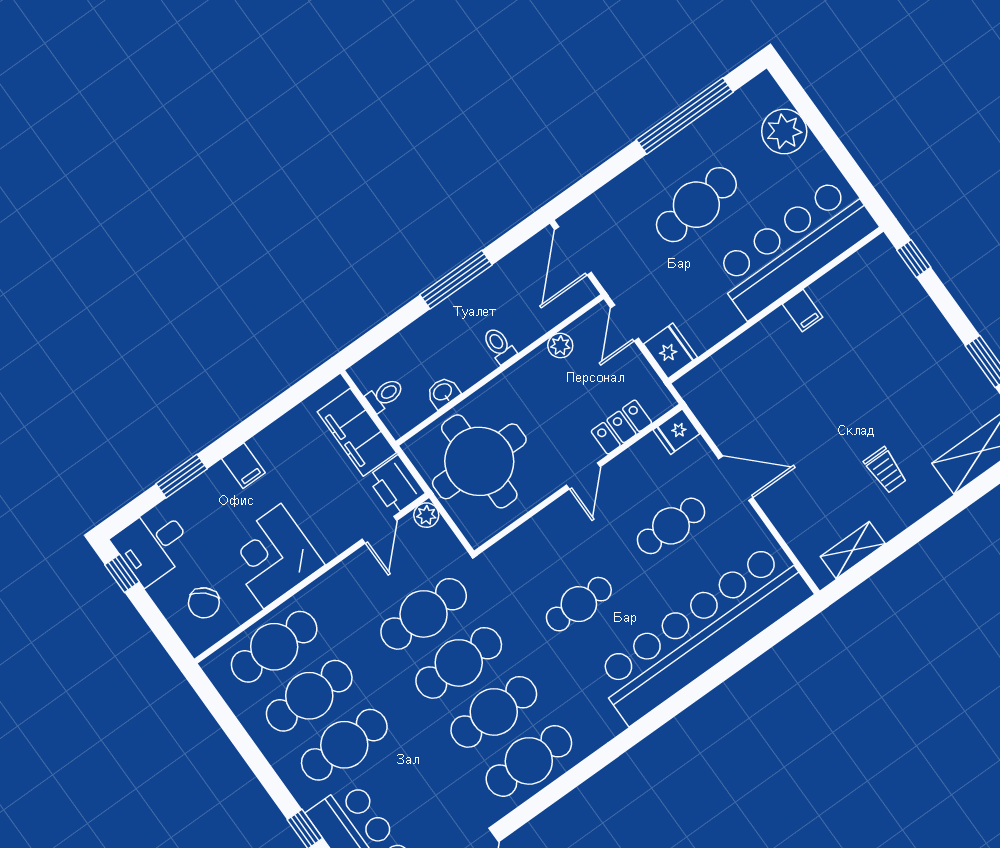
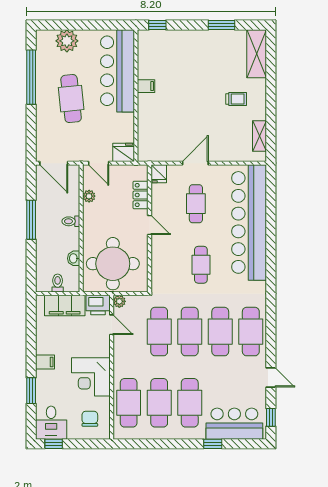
chair: (204, 603) -> (90, 419), turned -133

